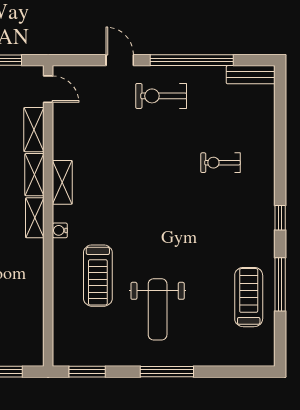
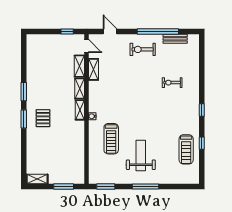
door: (120, 60) -> (110, 32), moved
bench: (251, 75) -> (175, 39), moved
shelving: (62, 182) -> (93, 69), moved
window: (280, 284) -> (202, 143), width x0.46
treadmill: (249, 297) -> (186, 149), turned 180
weight bench: (158, 309) -> (141, 156), turned 180

